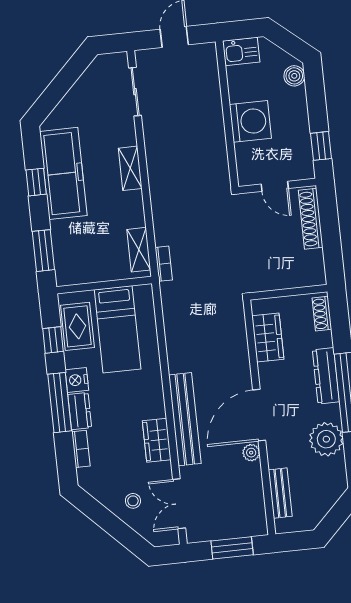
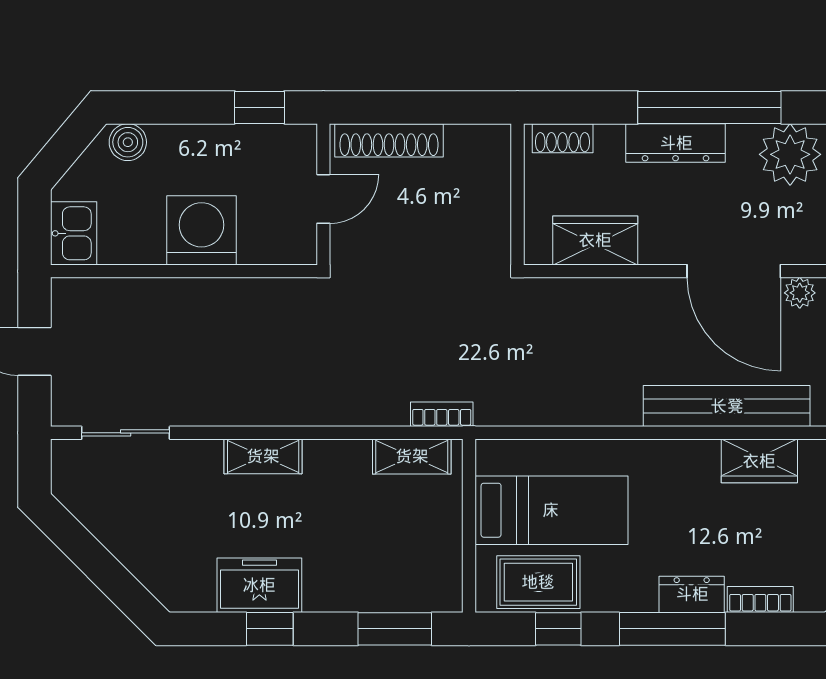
freezer: (63, 173) -> (259, 585), width x0.52, depth x0.79
nightstand: (77, 380) -> (635, 593), removed

